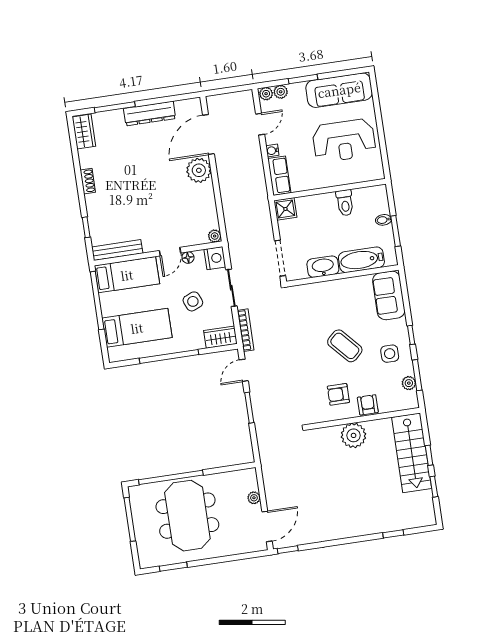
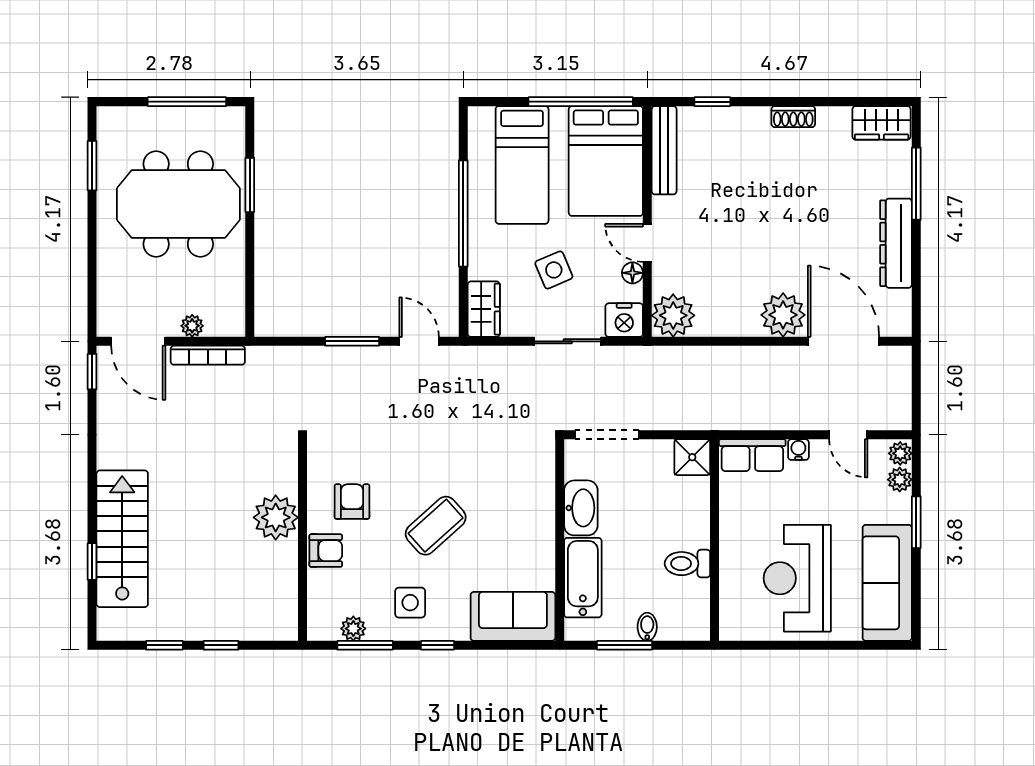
plant: (215, 236) -> (673, 315), width x1.88, depth x1.88
bed: (127, 275) -> (606, 161), width x1.50
bookcase: (246, 330) -> (208, 355), moved
stairs: (412, 453) -> (122, 539), moved, turned 90
window: (171, 477) -> (250, 185), width x0.47

